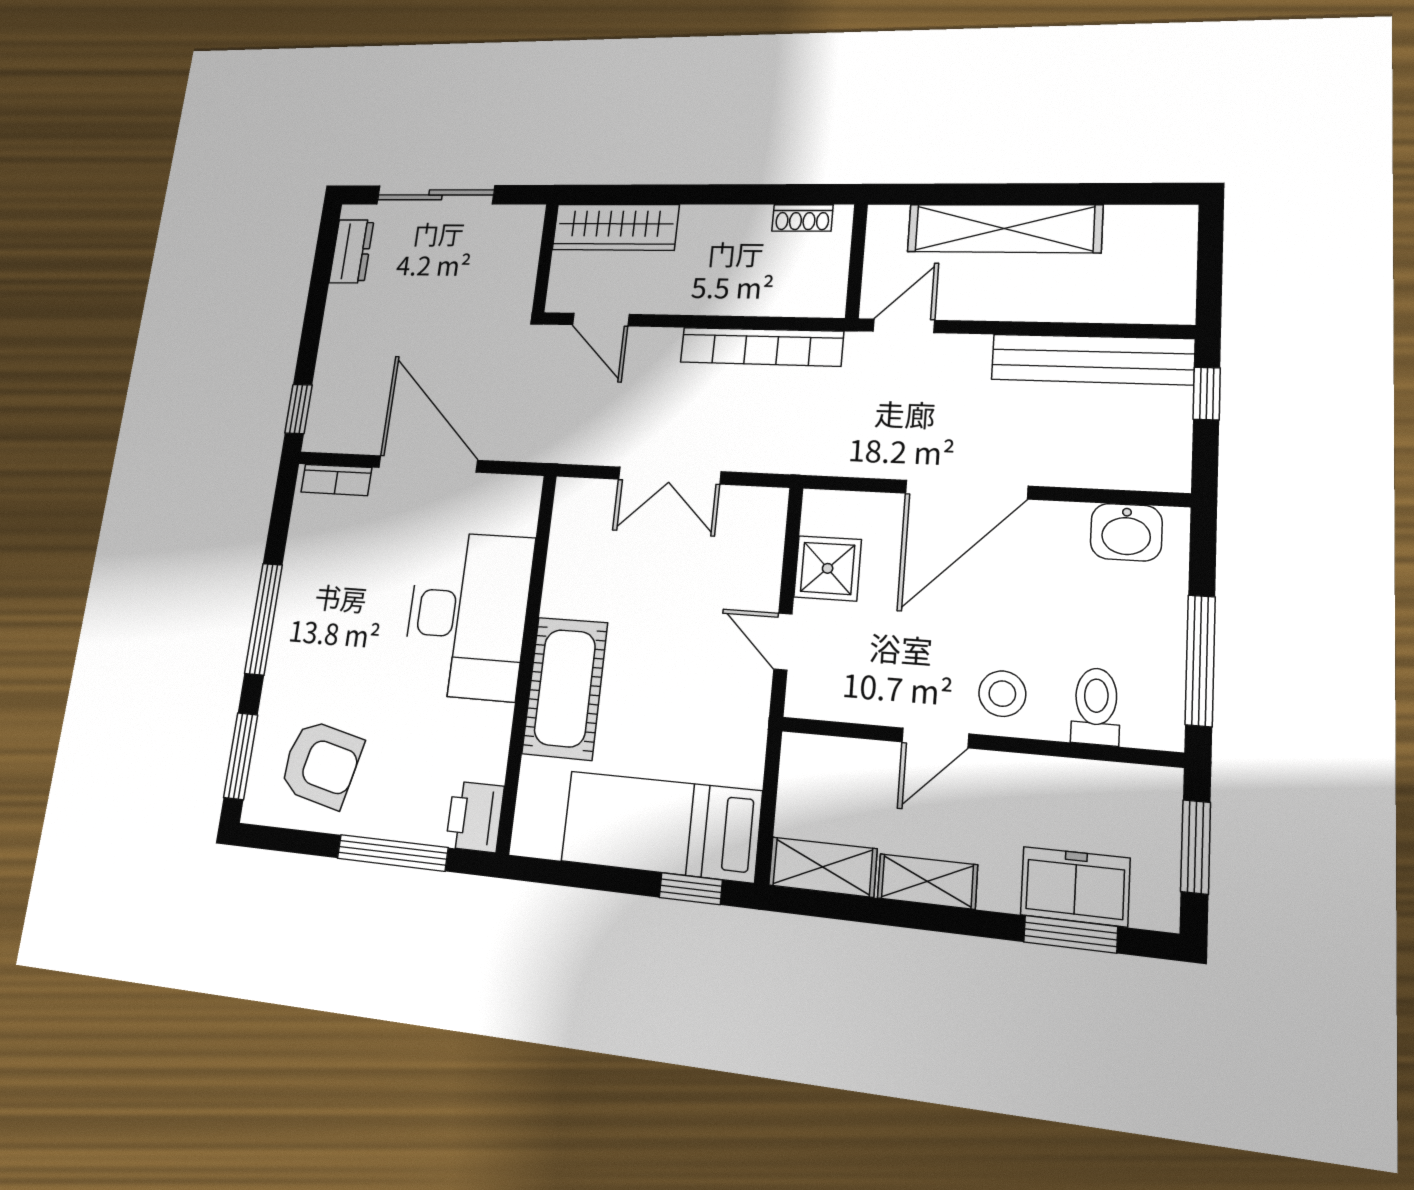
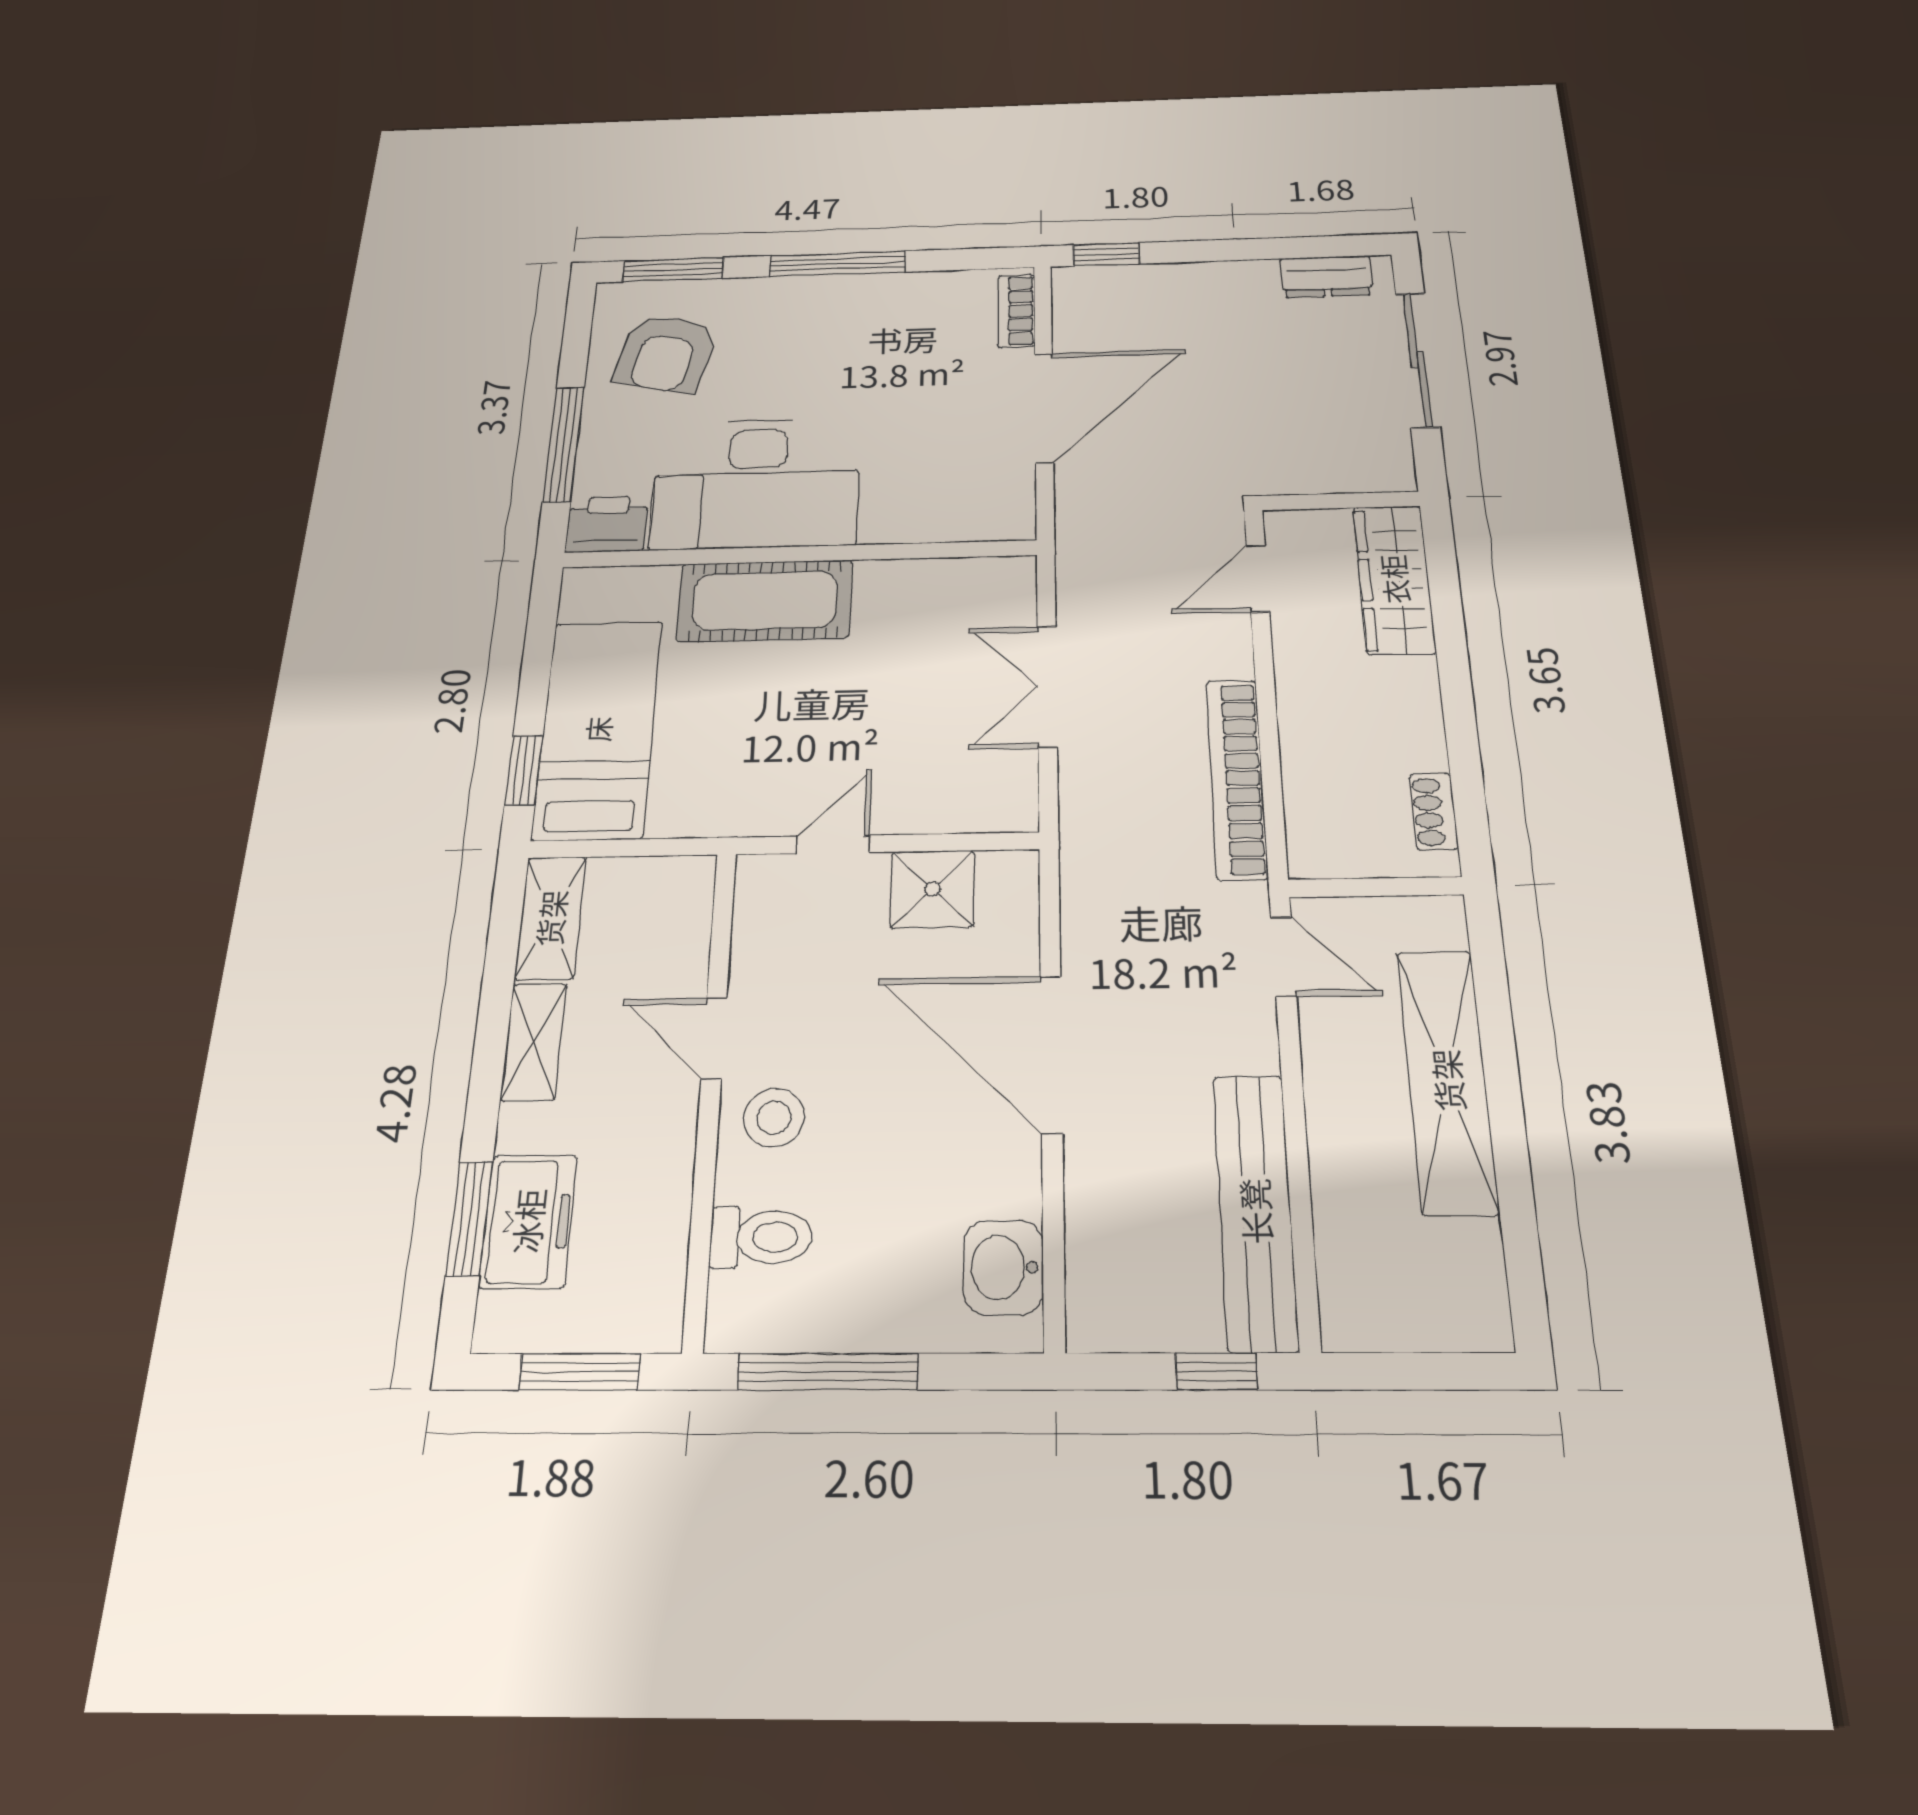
desk: (468, 615) -> (756, 483), moved

